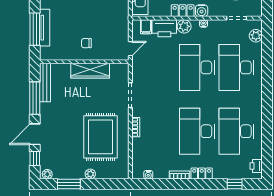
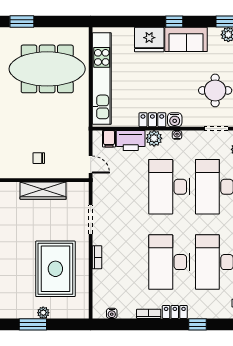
door: (130, 49) -> (91, 164), hinge flipped
window: (69, 184) -> (33, 324), moved
window: (235, 184) -> (198, 324), moved

